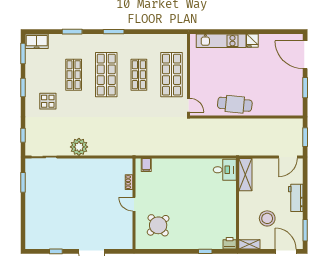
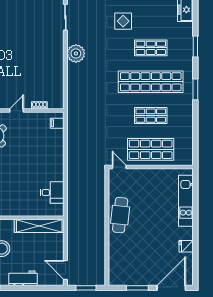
fridge: (252, 41) -> (186, 246), moved
shop shelf: (106, 75) -> (151, 82), width x1.40
door: (188, 105) -> (119, 167), swing flipped
desk: (225, 170) -> (52, 193), moved, turned -90
shelving: (245, 175) -> (39, 226), width x1.47

